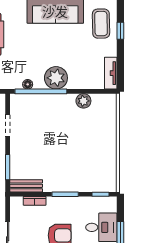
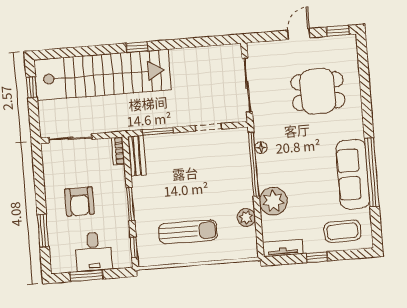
window: (120, 31) -> (317, 257), moved
plant: (56, 78) -> (273, 201), moved
sun lounger: (91, 149) -> (188, 232), added
bookcase: (35, 201) -> (118, 151), moved

